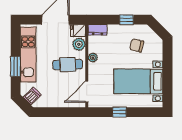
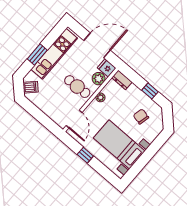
door: (87, 92) -> (74, 119), swing flipped

